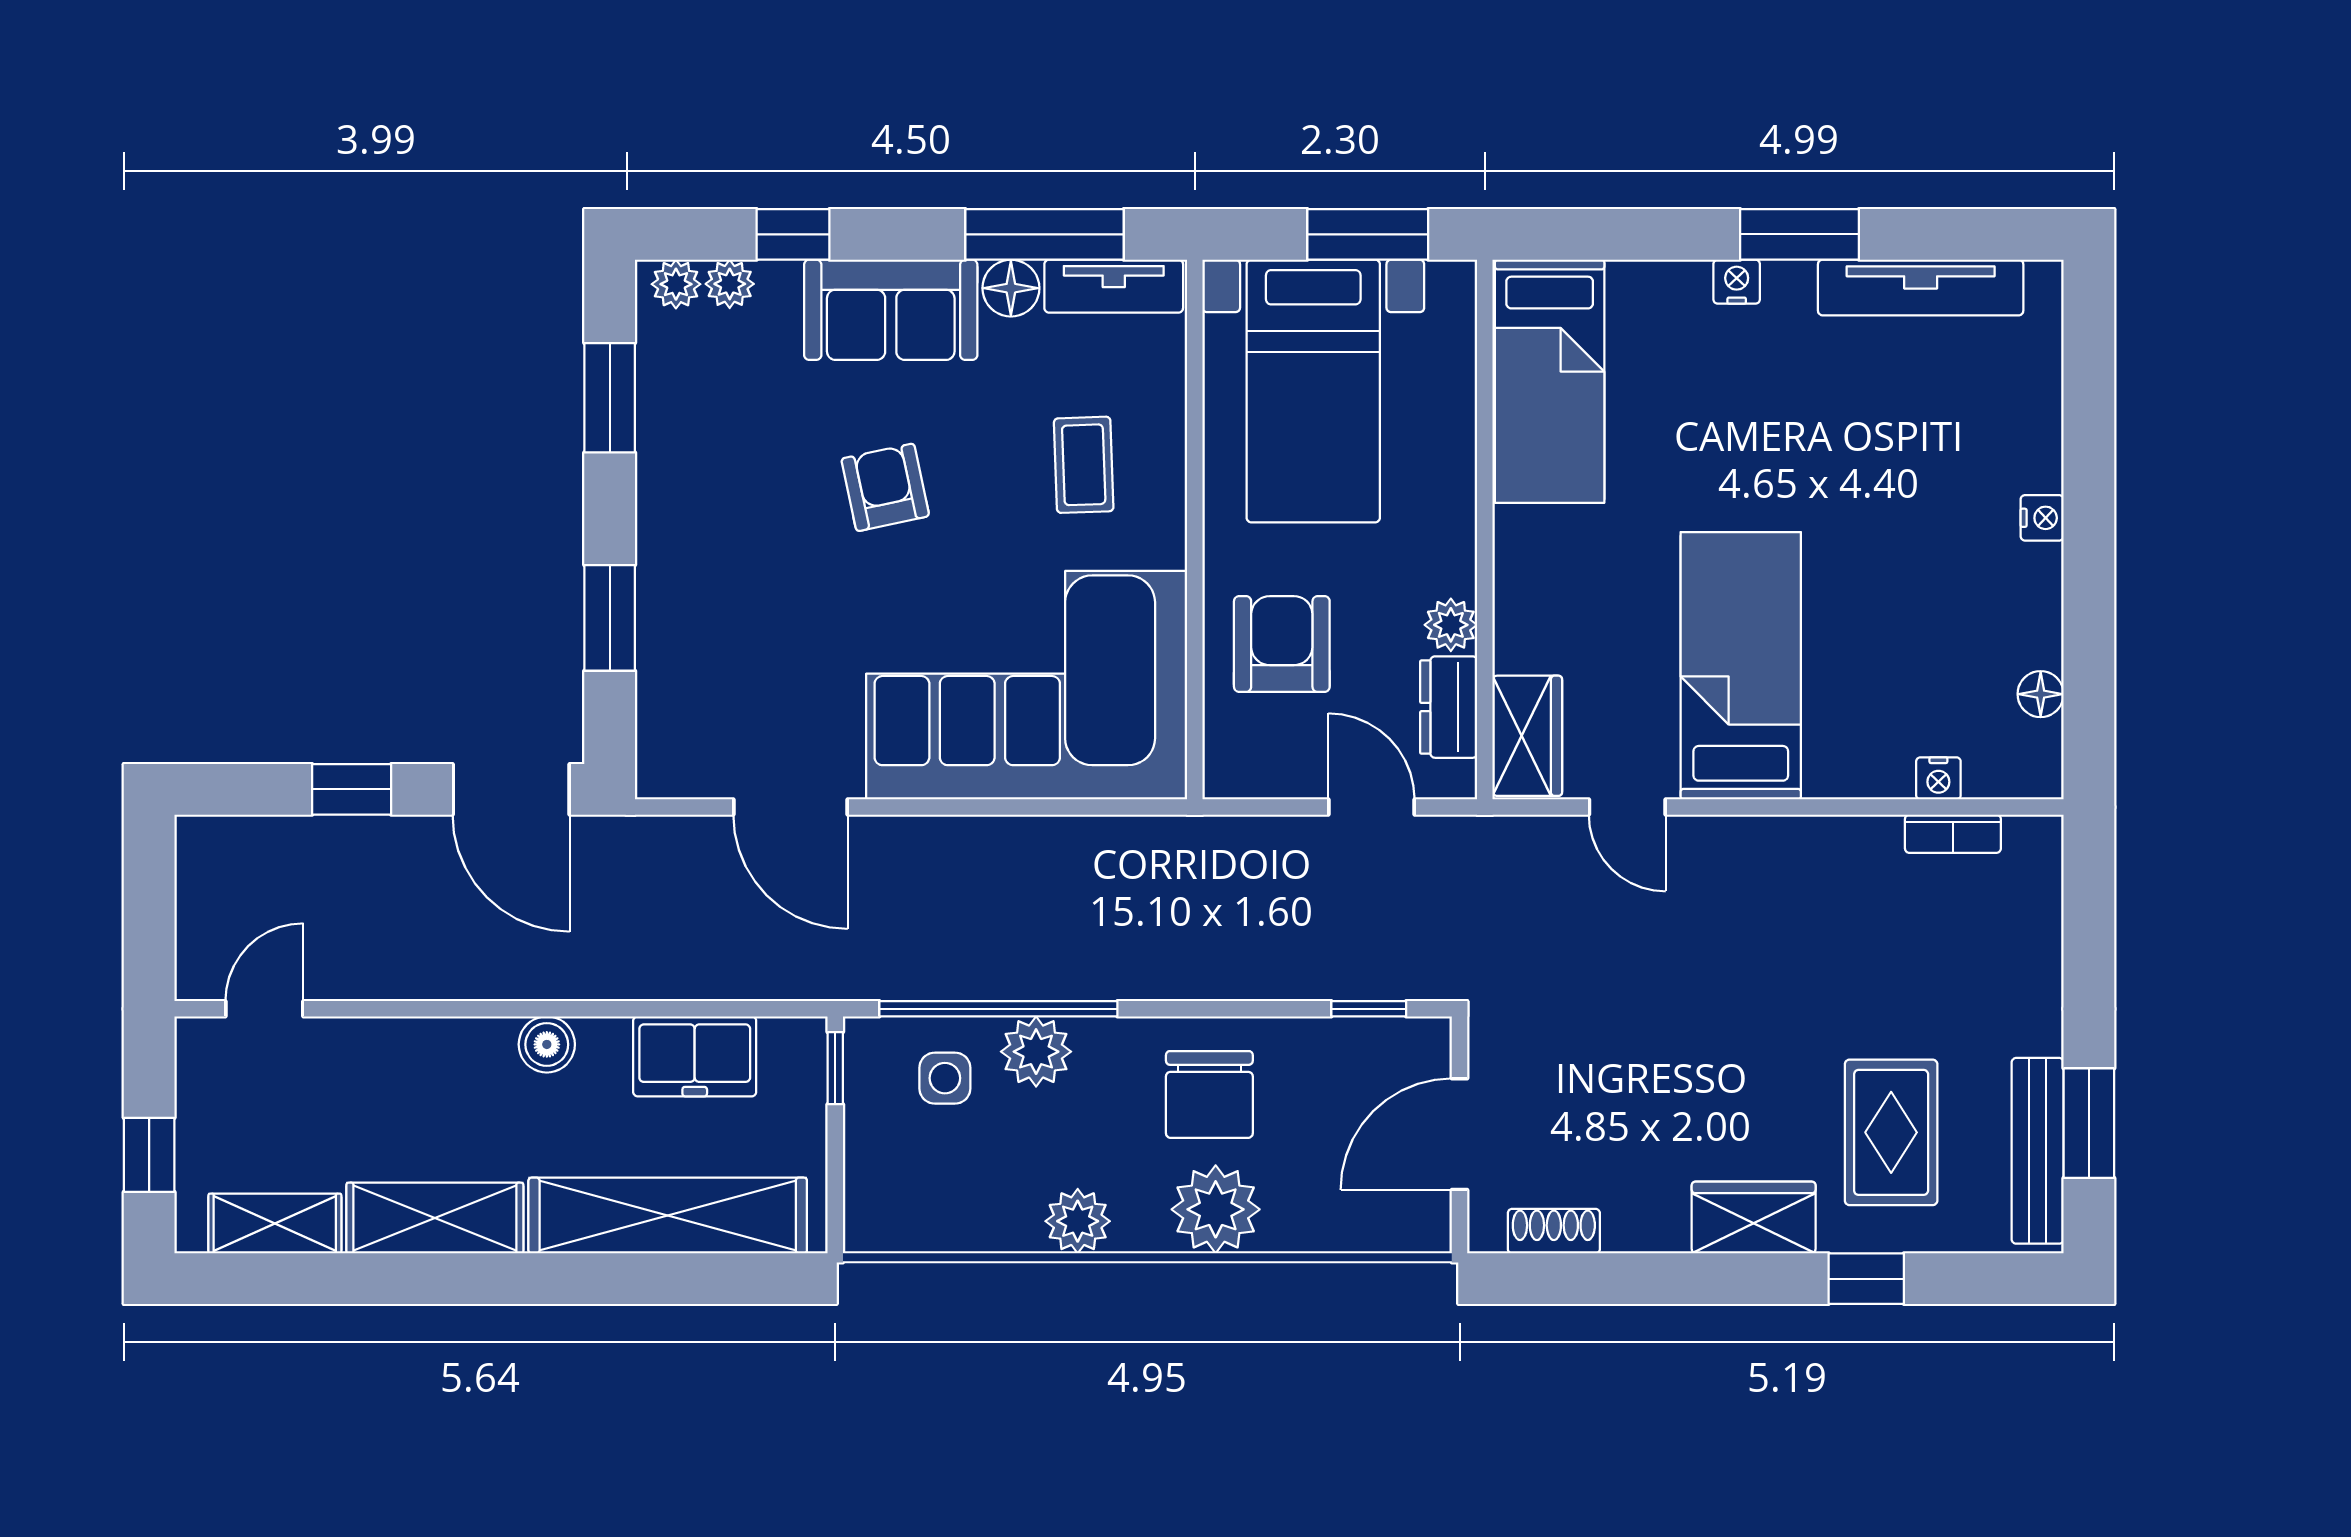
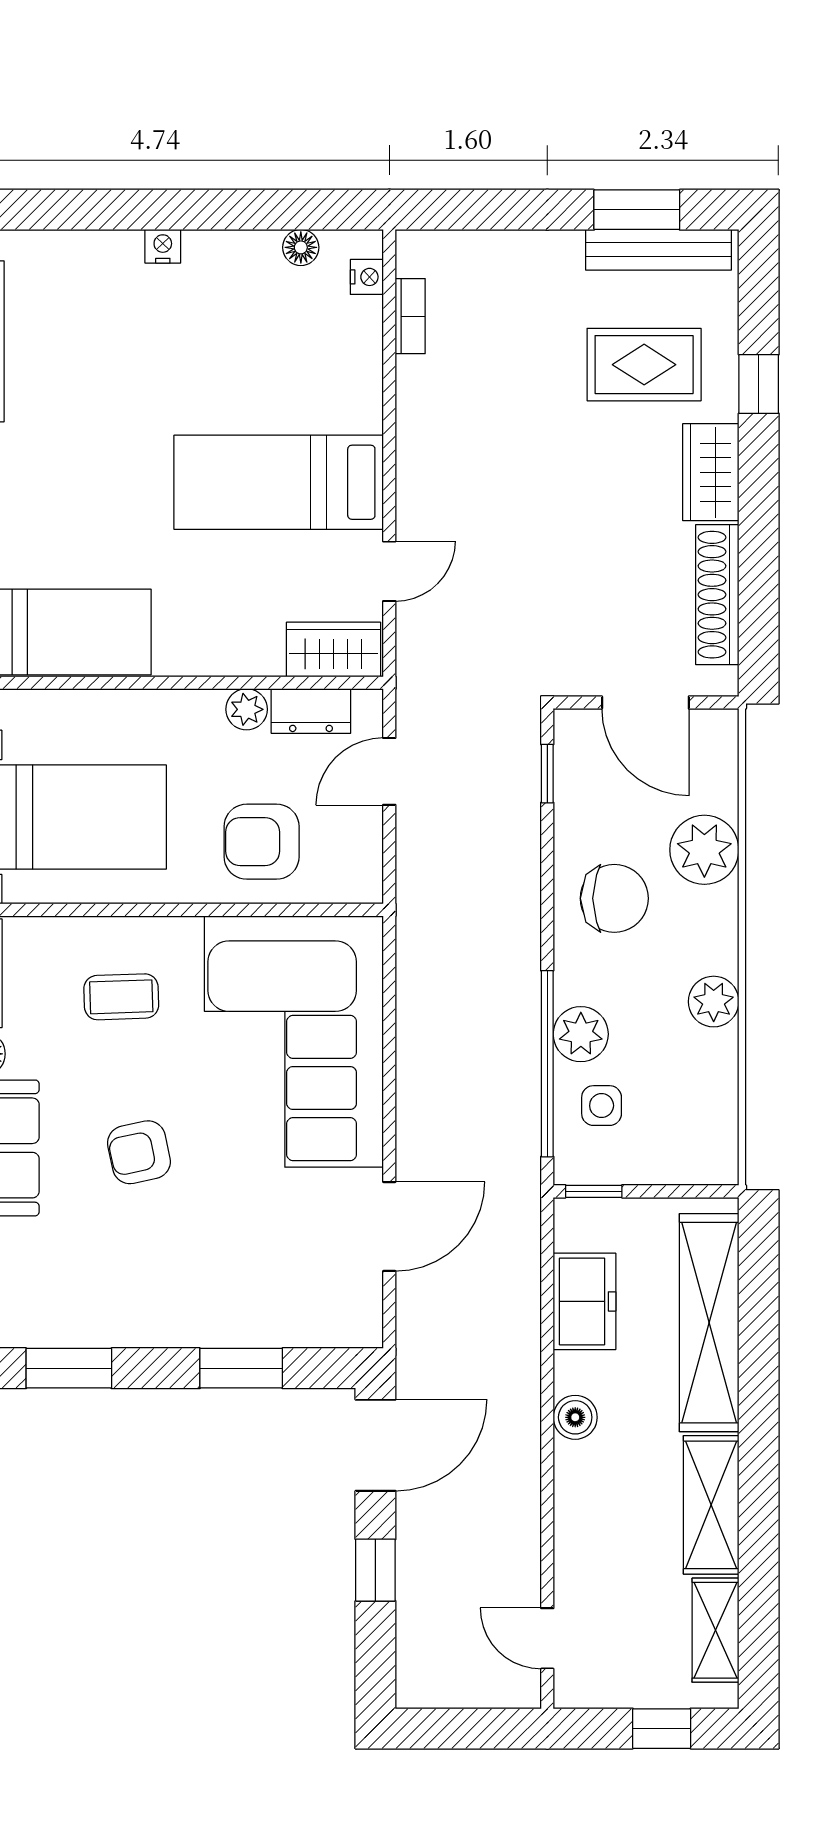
nightstand: (1938, 778) -> (367, 277), moved
plant: (1216, 1209) -> (704, 850), moved
shoe rack: (1554, 1231) -> (717, 595), width x1.94, depth x1.24

